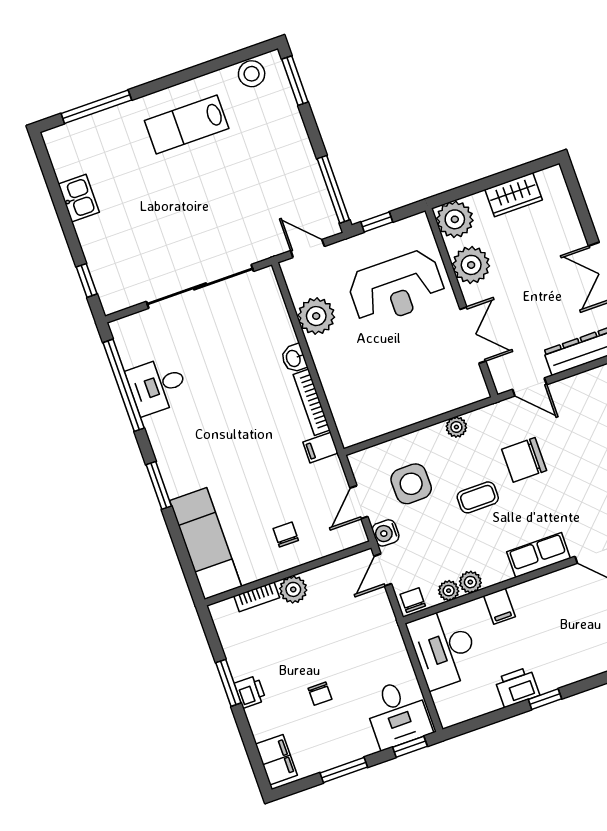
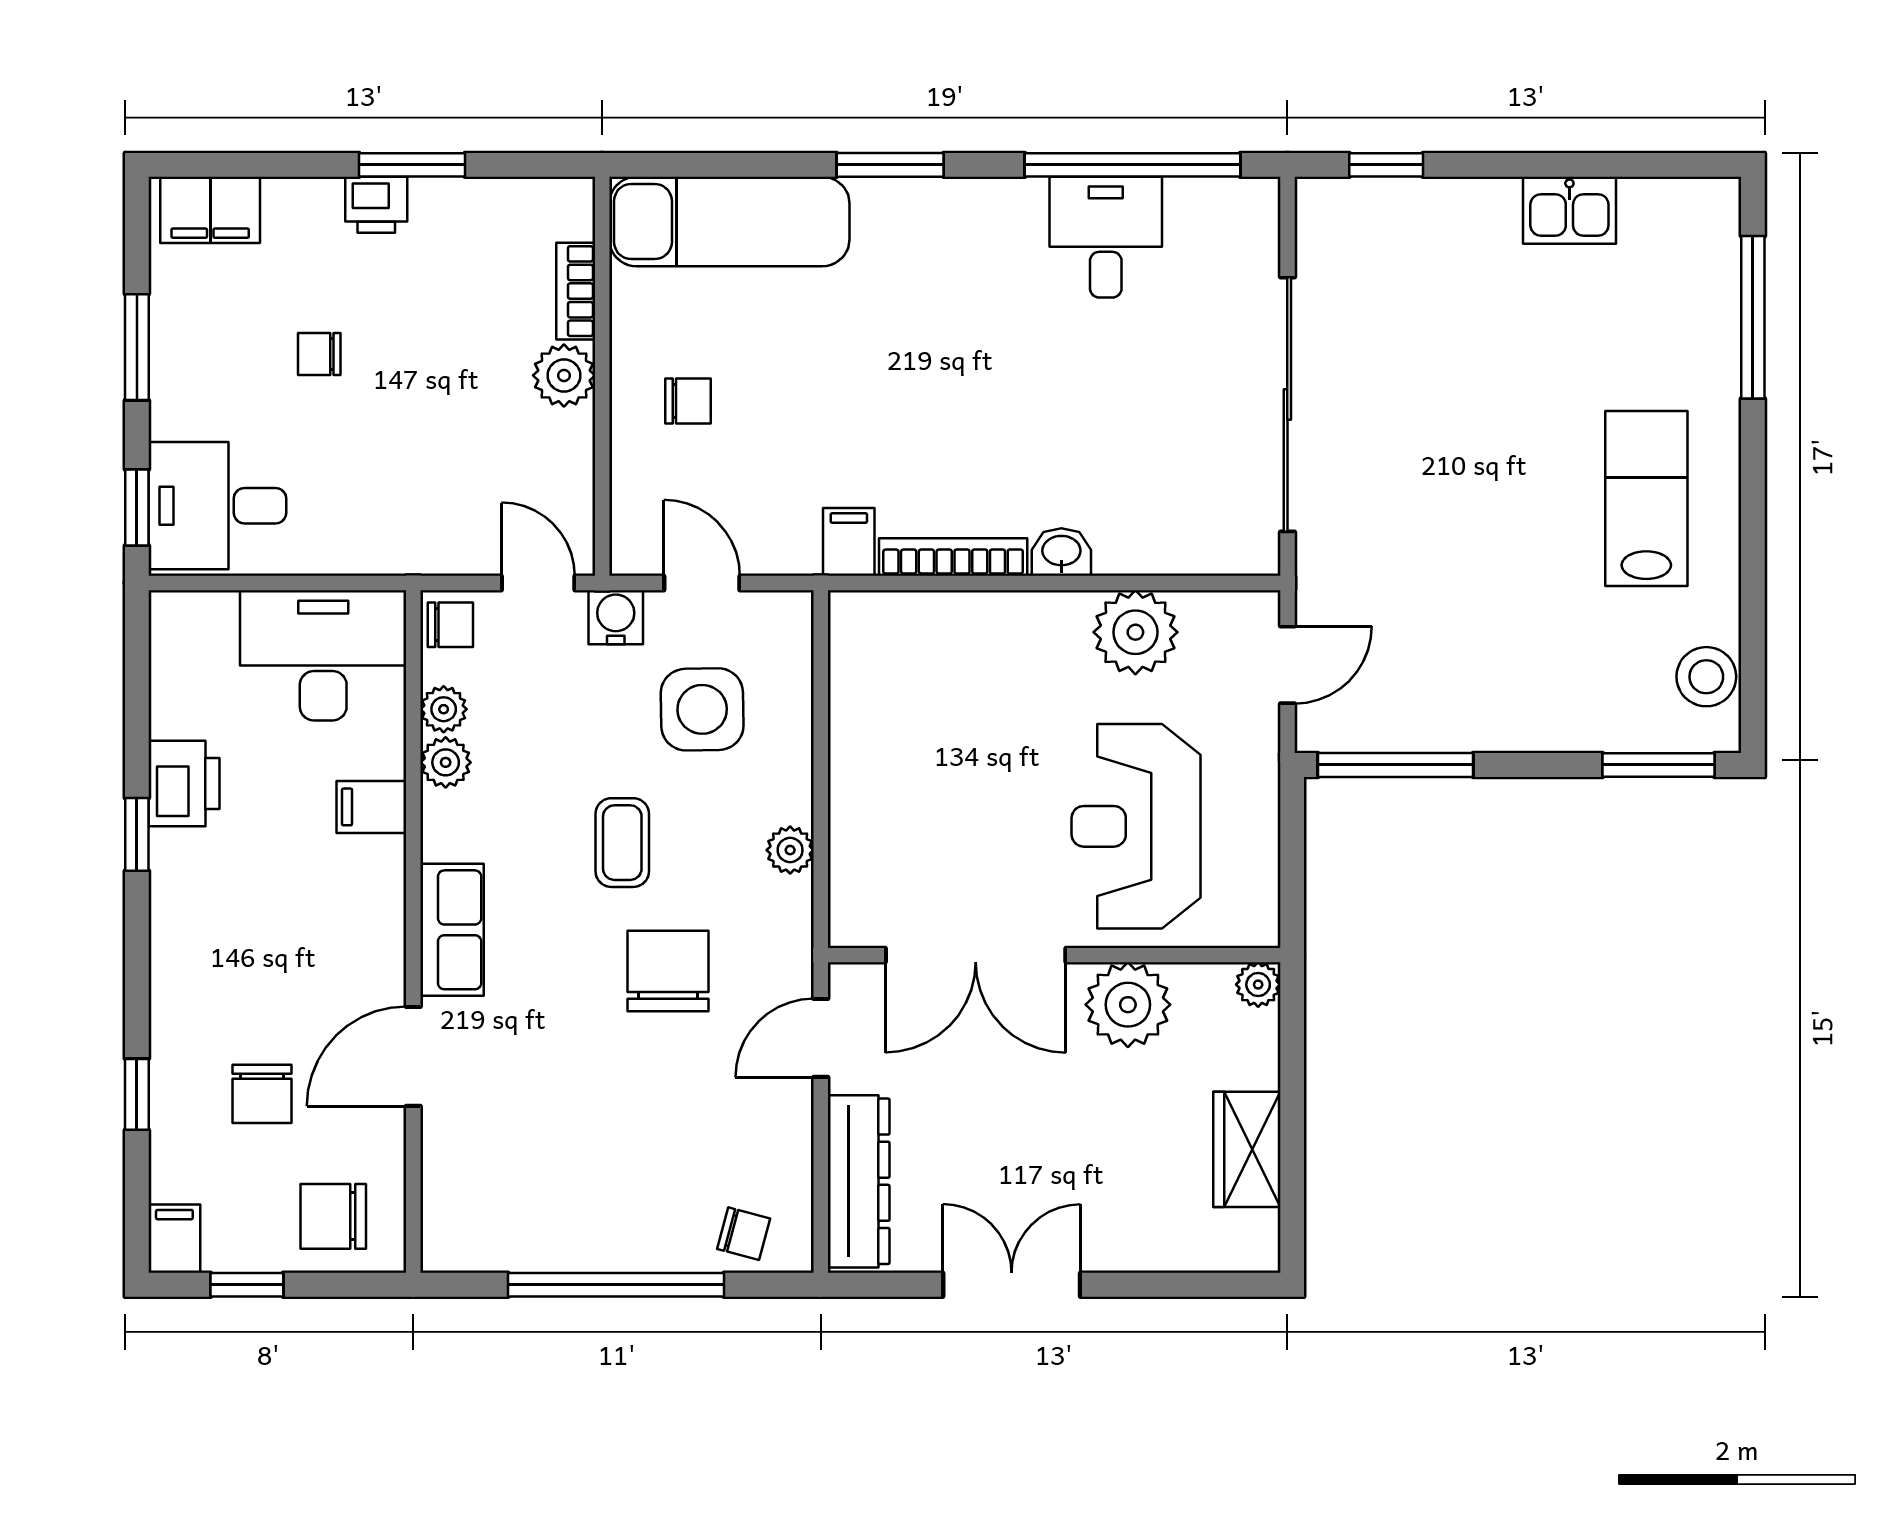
plant: (455, 219) -> (1258, 985), width x0.53, depth x0.53
window: (377, 222) -> (1292, 834), removed
double door: (473, 335) -> (976, 955), width x1.37

